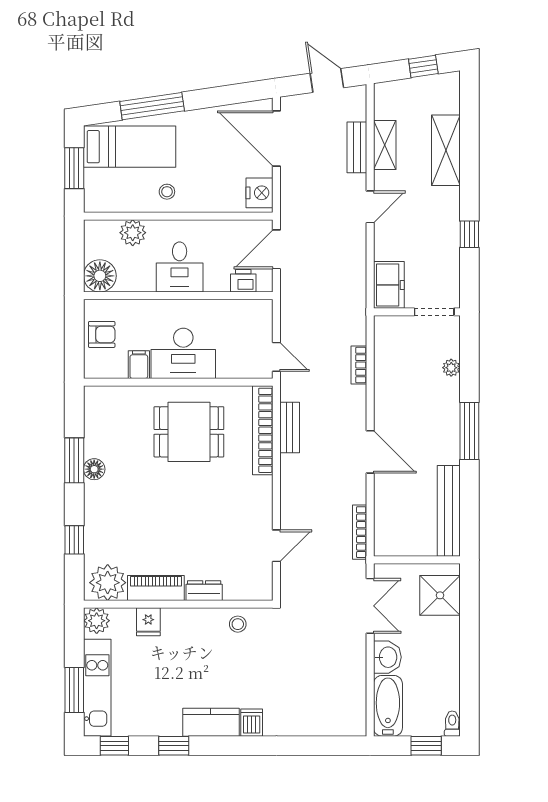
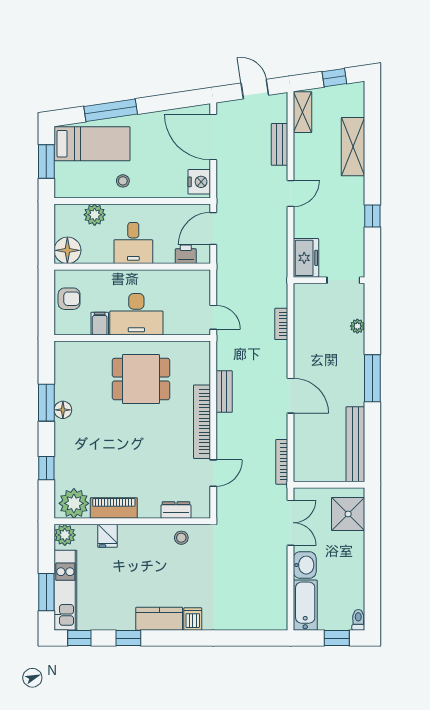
shelving: (385, 145) -> (302, 112), moved
bench: (290, 427) -> (224, 392), moved
bookcase: (263, 430) -> (202, 422), moved
dresser: (204, 591) -> (176, 510), moved

